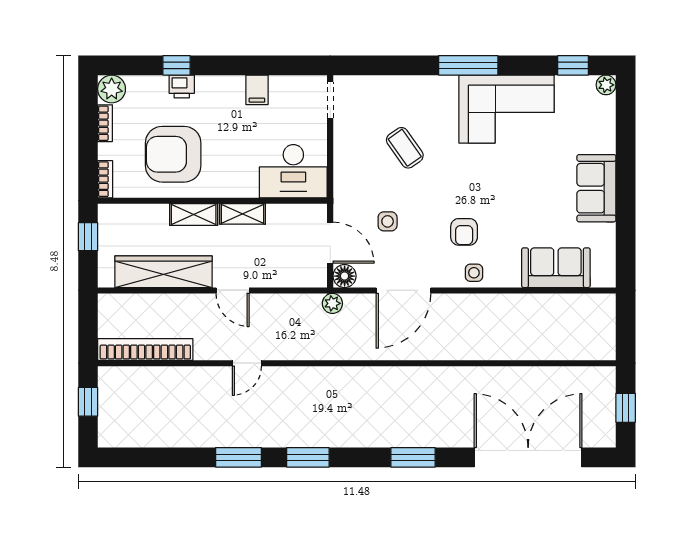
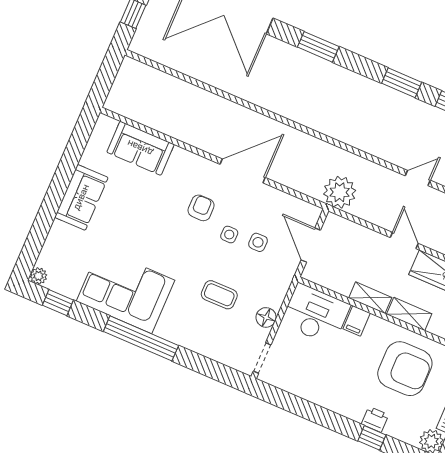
window: (468, 65) -> (141, 338), width x1.46
filing cabinet: (257, 90) -> (357, 321), moved, turned 180
coffee table: (405, 148) -> (219, 295), turned -55
side table: (474, 273) -> (229, 235), moved
floor lamp: (345, 276) -> (266, 317), moved
door: (404, 290) -> (243, 171), moved
plant: (332, 303) -> (340, 192), width x1.88, depth x1.88

